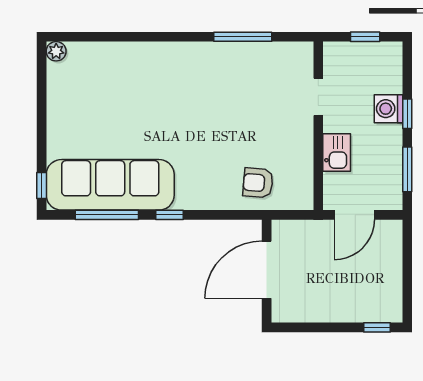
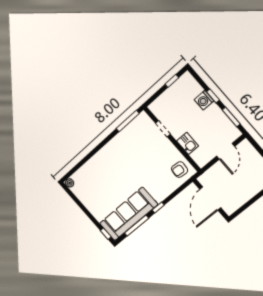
doorway: (318, 97) -> (163, 129), moved
wall: (318, 126) -> (172, 139), moved
kitchen sink: (337, 153) -> (188, 143), moved

